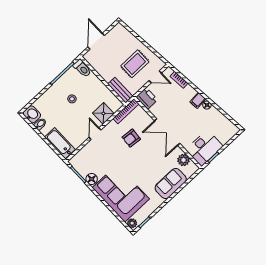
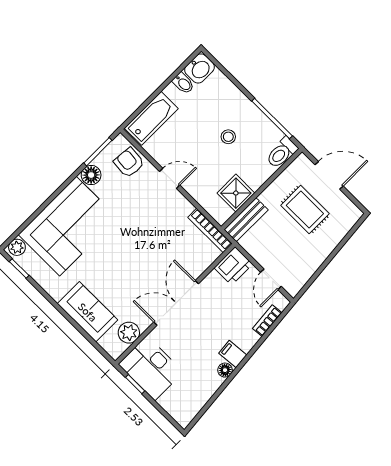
rug: (135, 64) -> (305, 209), moved
shower: (103, 113) -> (236, 193), moved
armchair: (131, 138) -> (129, 163), moved

